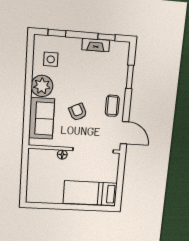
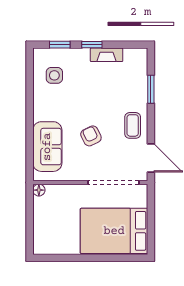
window: (107, 37) -> (92, 45), moved
plant: (42, 86) -> (46, 107), removed
floor lamp: (62, 154) -> (39, 190), moved
bed: (90, 193) -> (114, 231), width x1.50

